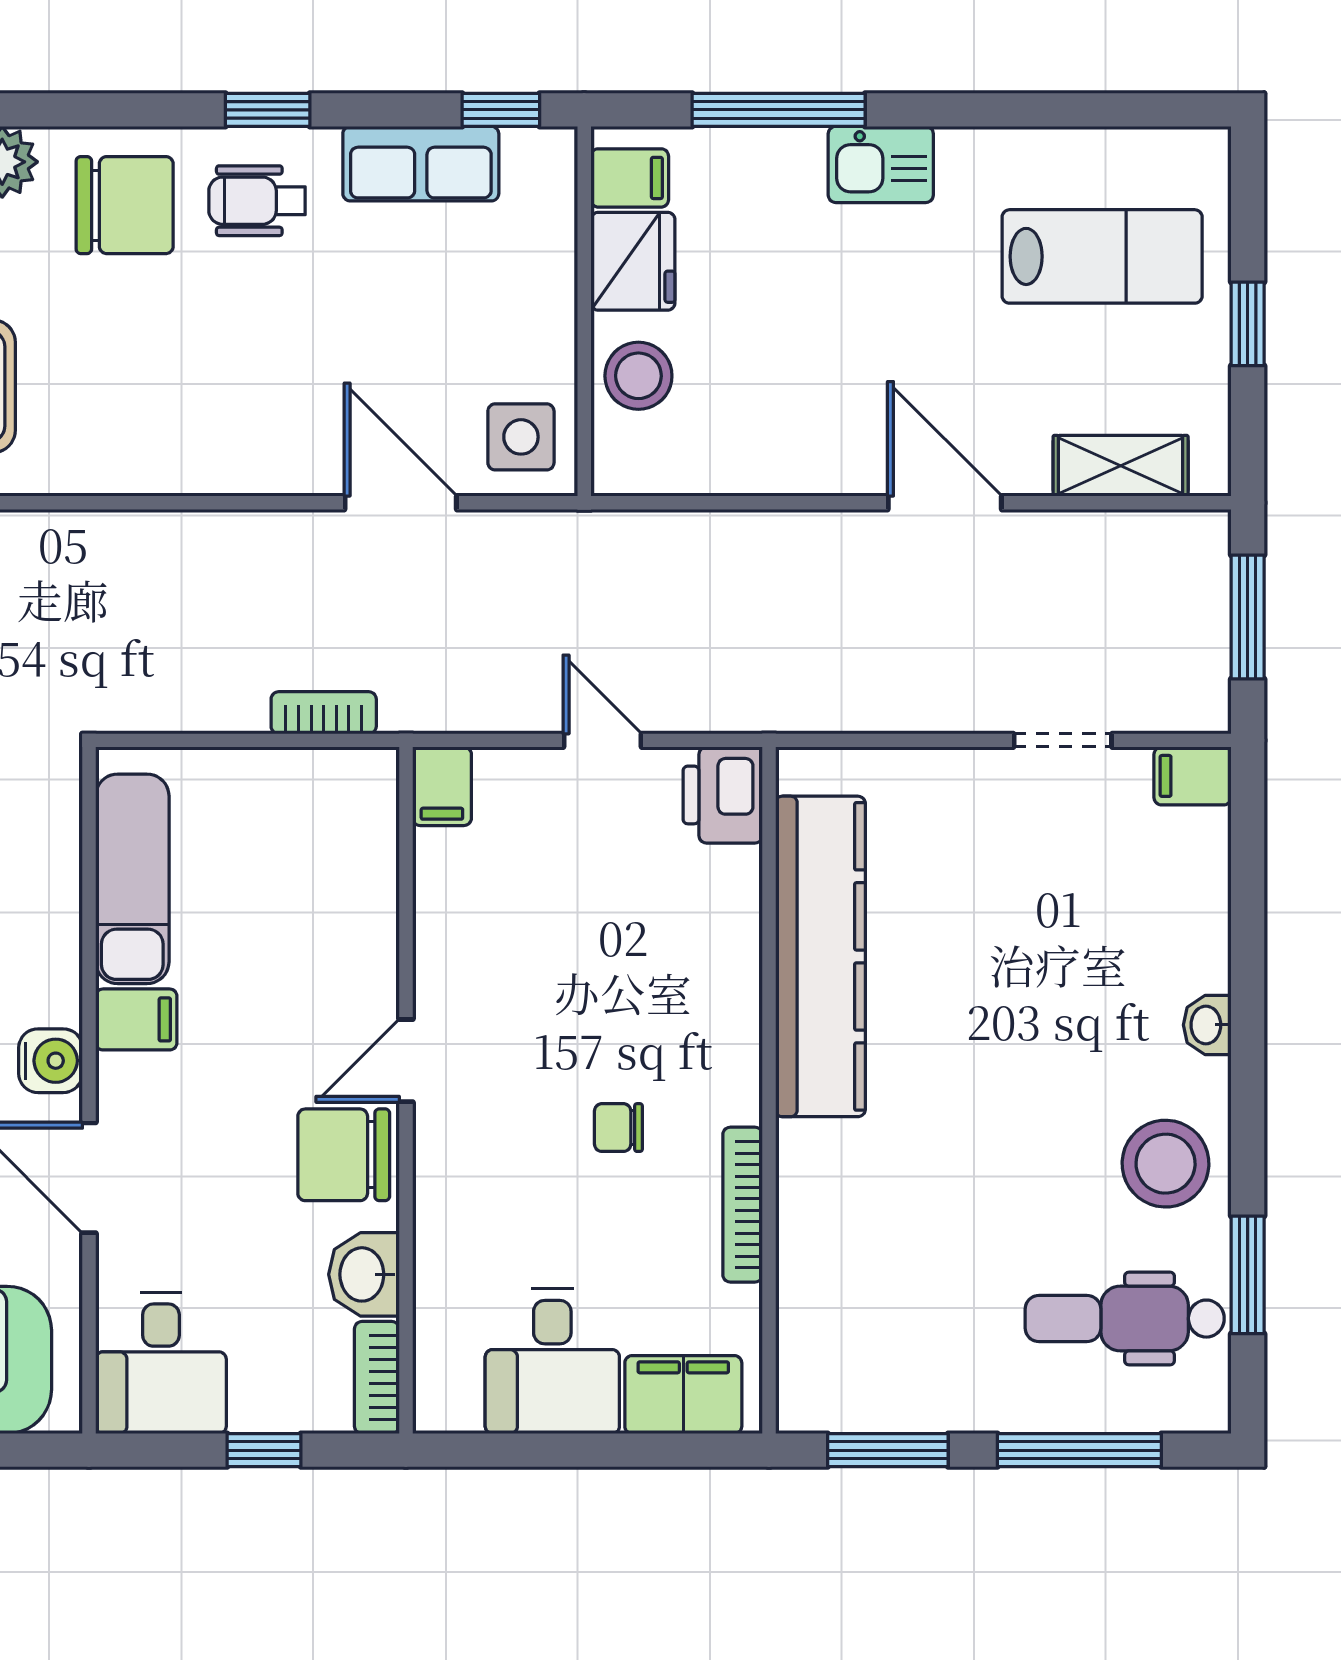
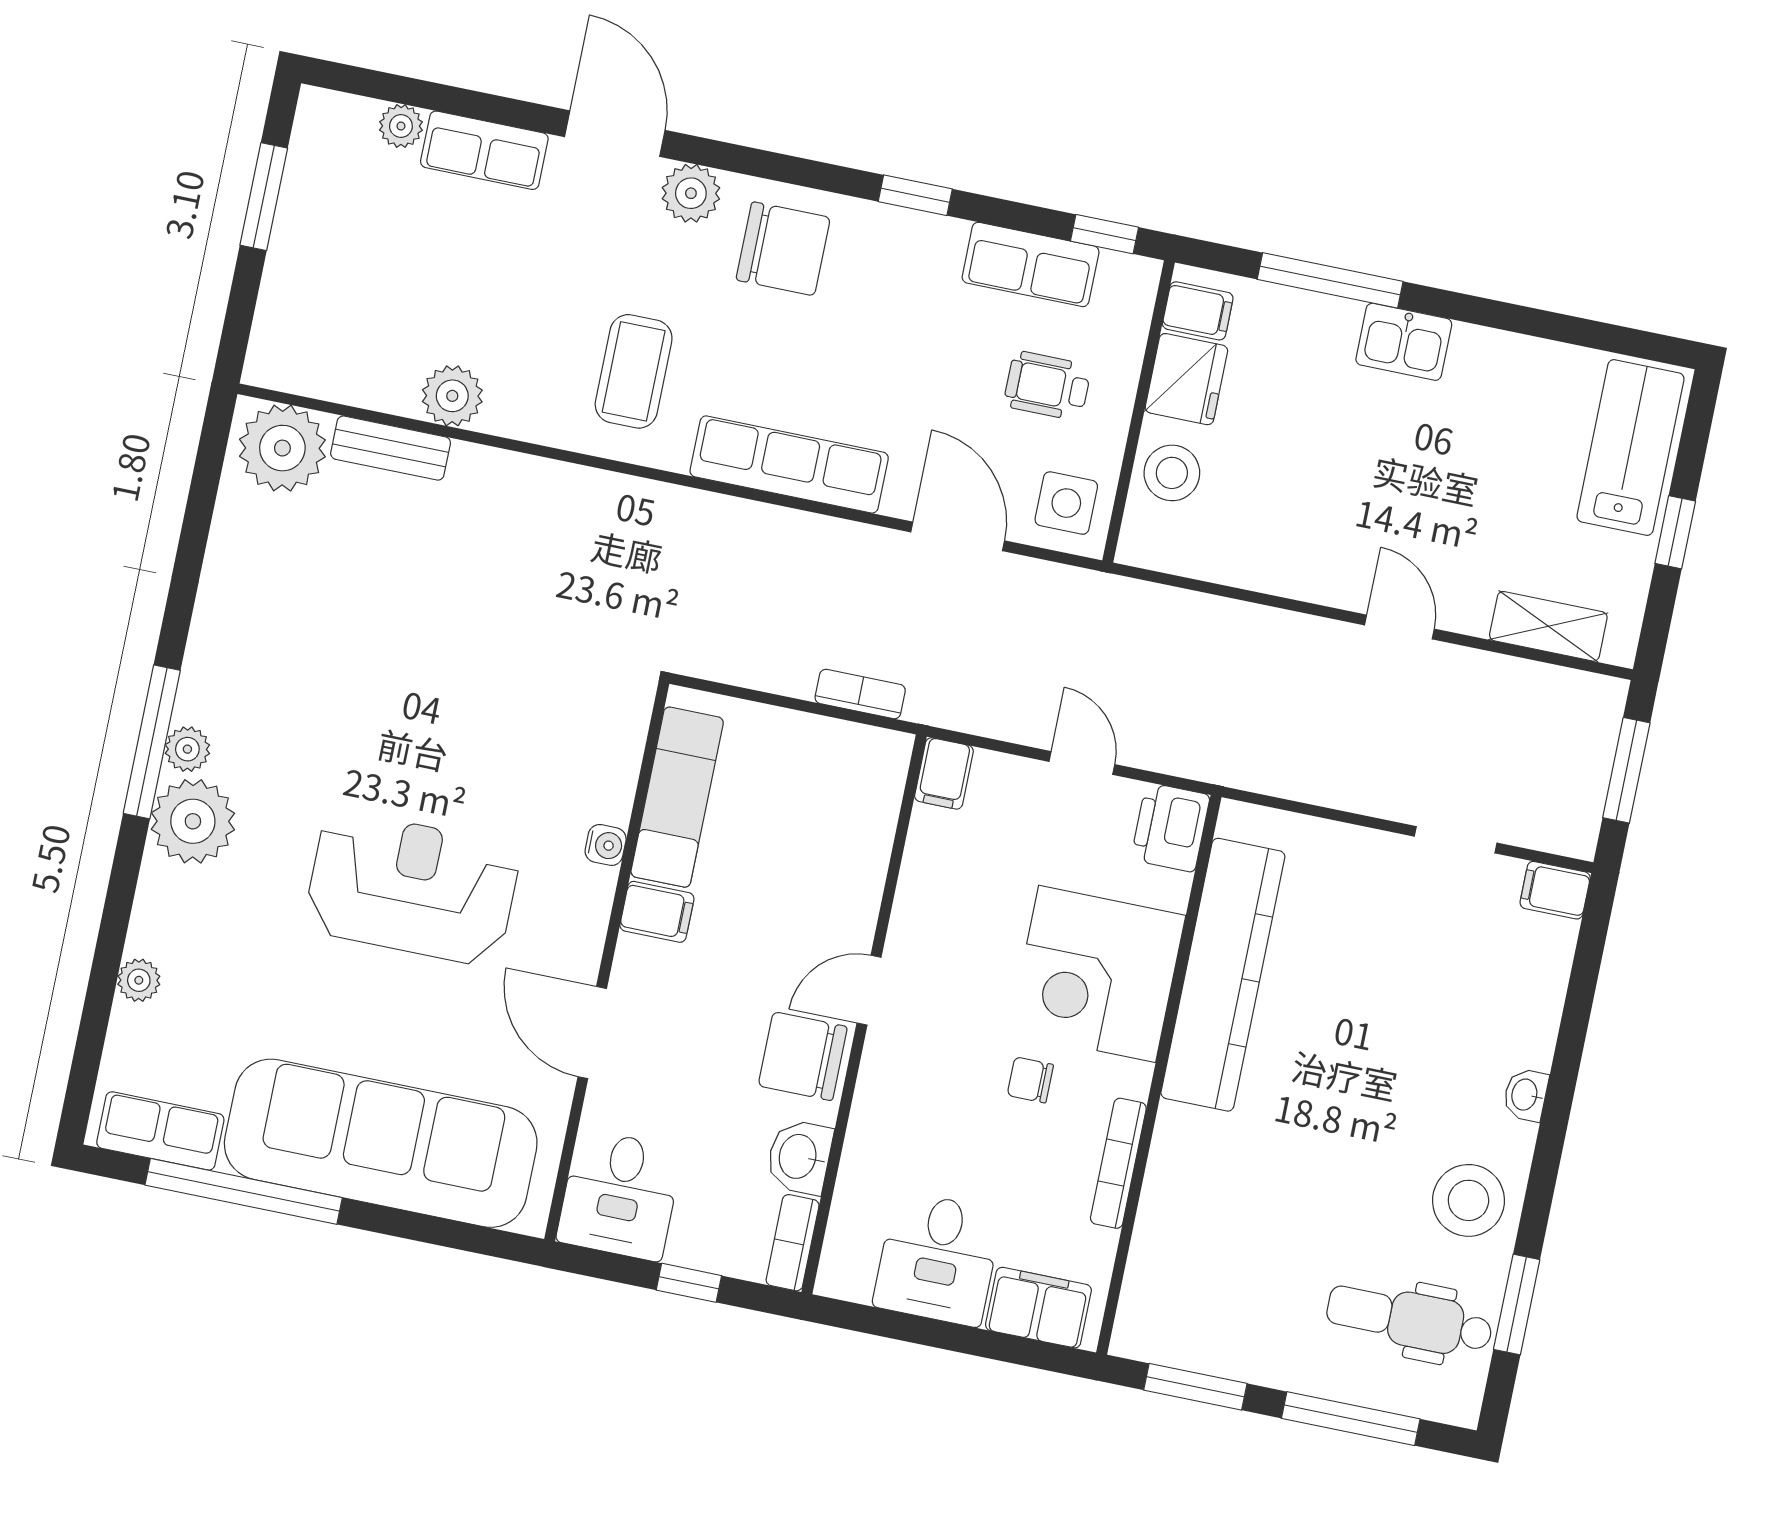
wheelchair: (257, 201) -> (1047, 386), moved
lab bench: (1102, 256) -> (1630, 448), moved, turned -90
row of seats: (184, 459) -> (789, 464), added
door: (945, 503) -> (1399, 627), width x0.73
corner desk: (672, 986) -> (1097, 974), added
water cooler: (51, 1061) -> (606, 845), moved, width x0.72, depth x0.72

